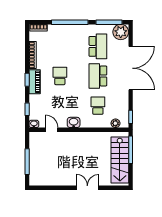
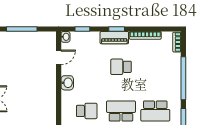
school desk: (60, 76) -> (121, 67), turned 180

